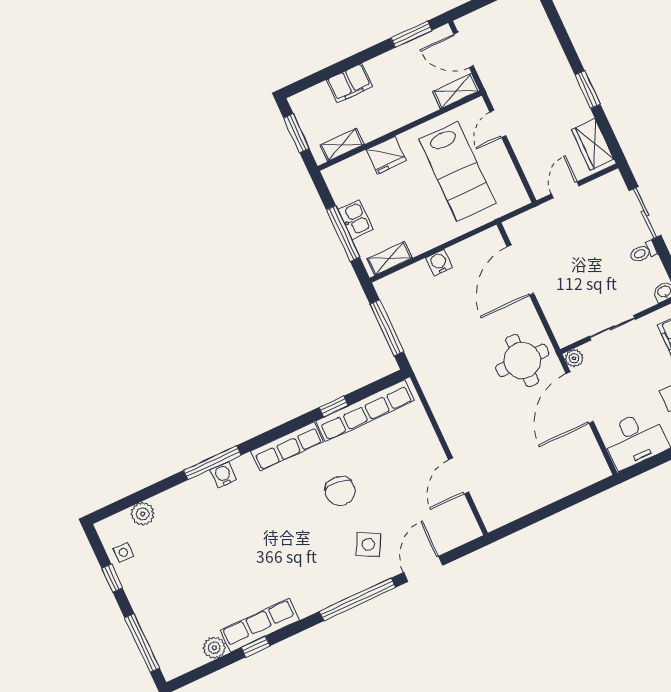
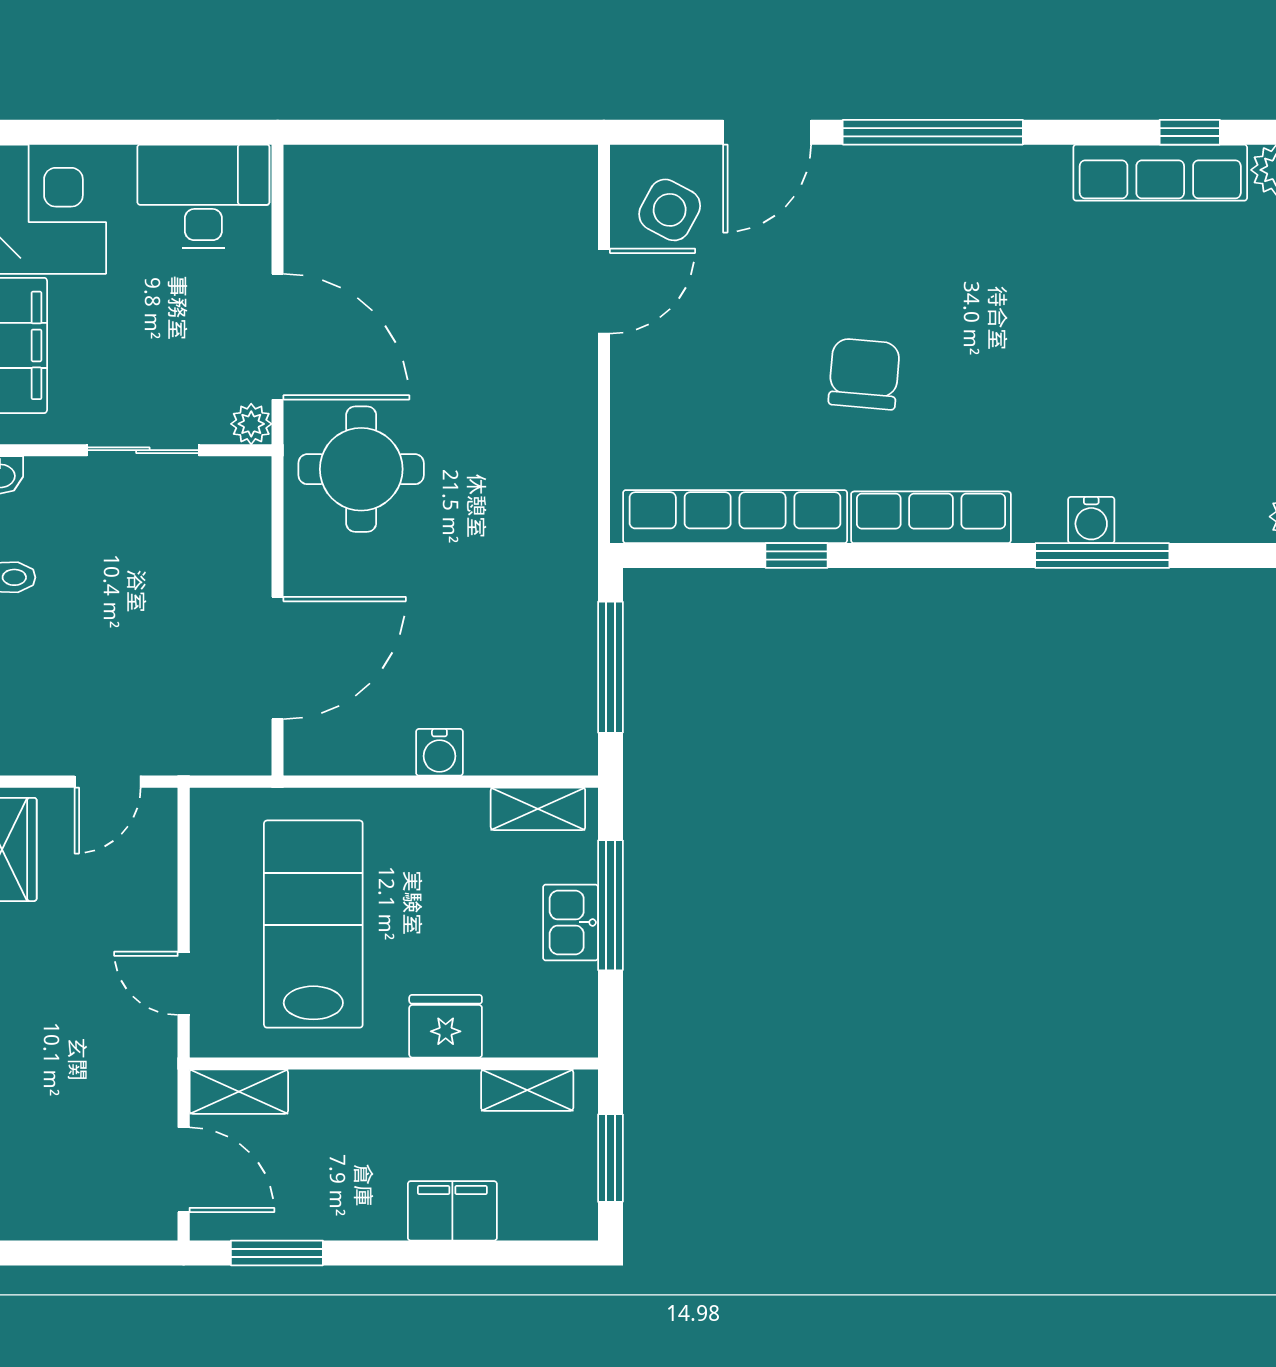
door: (498, 124) -> (184, 983), swing flipped
door: (580, 398) -> (278, 337), hinge flipped
side table: (368, 544) -> (670, 210), moved

